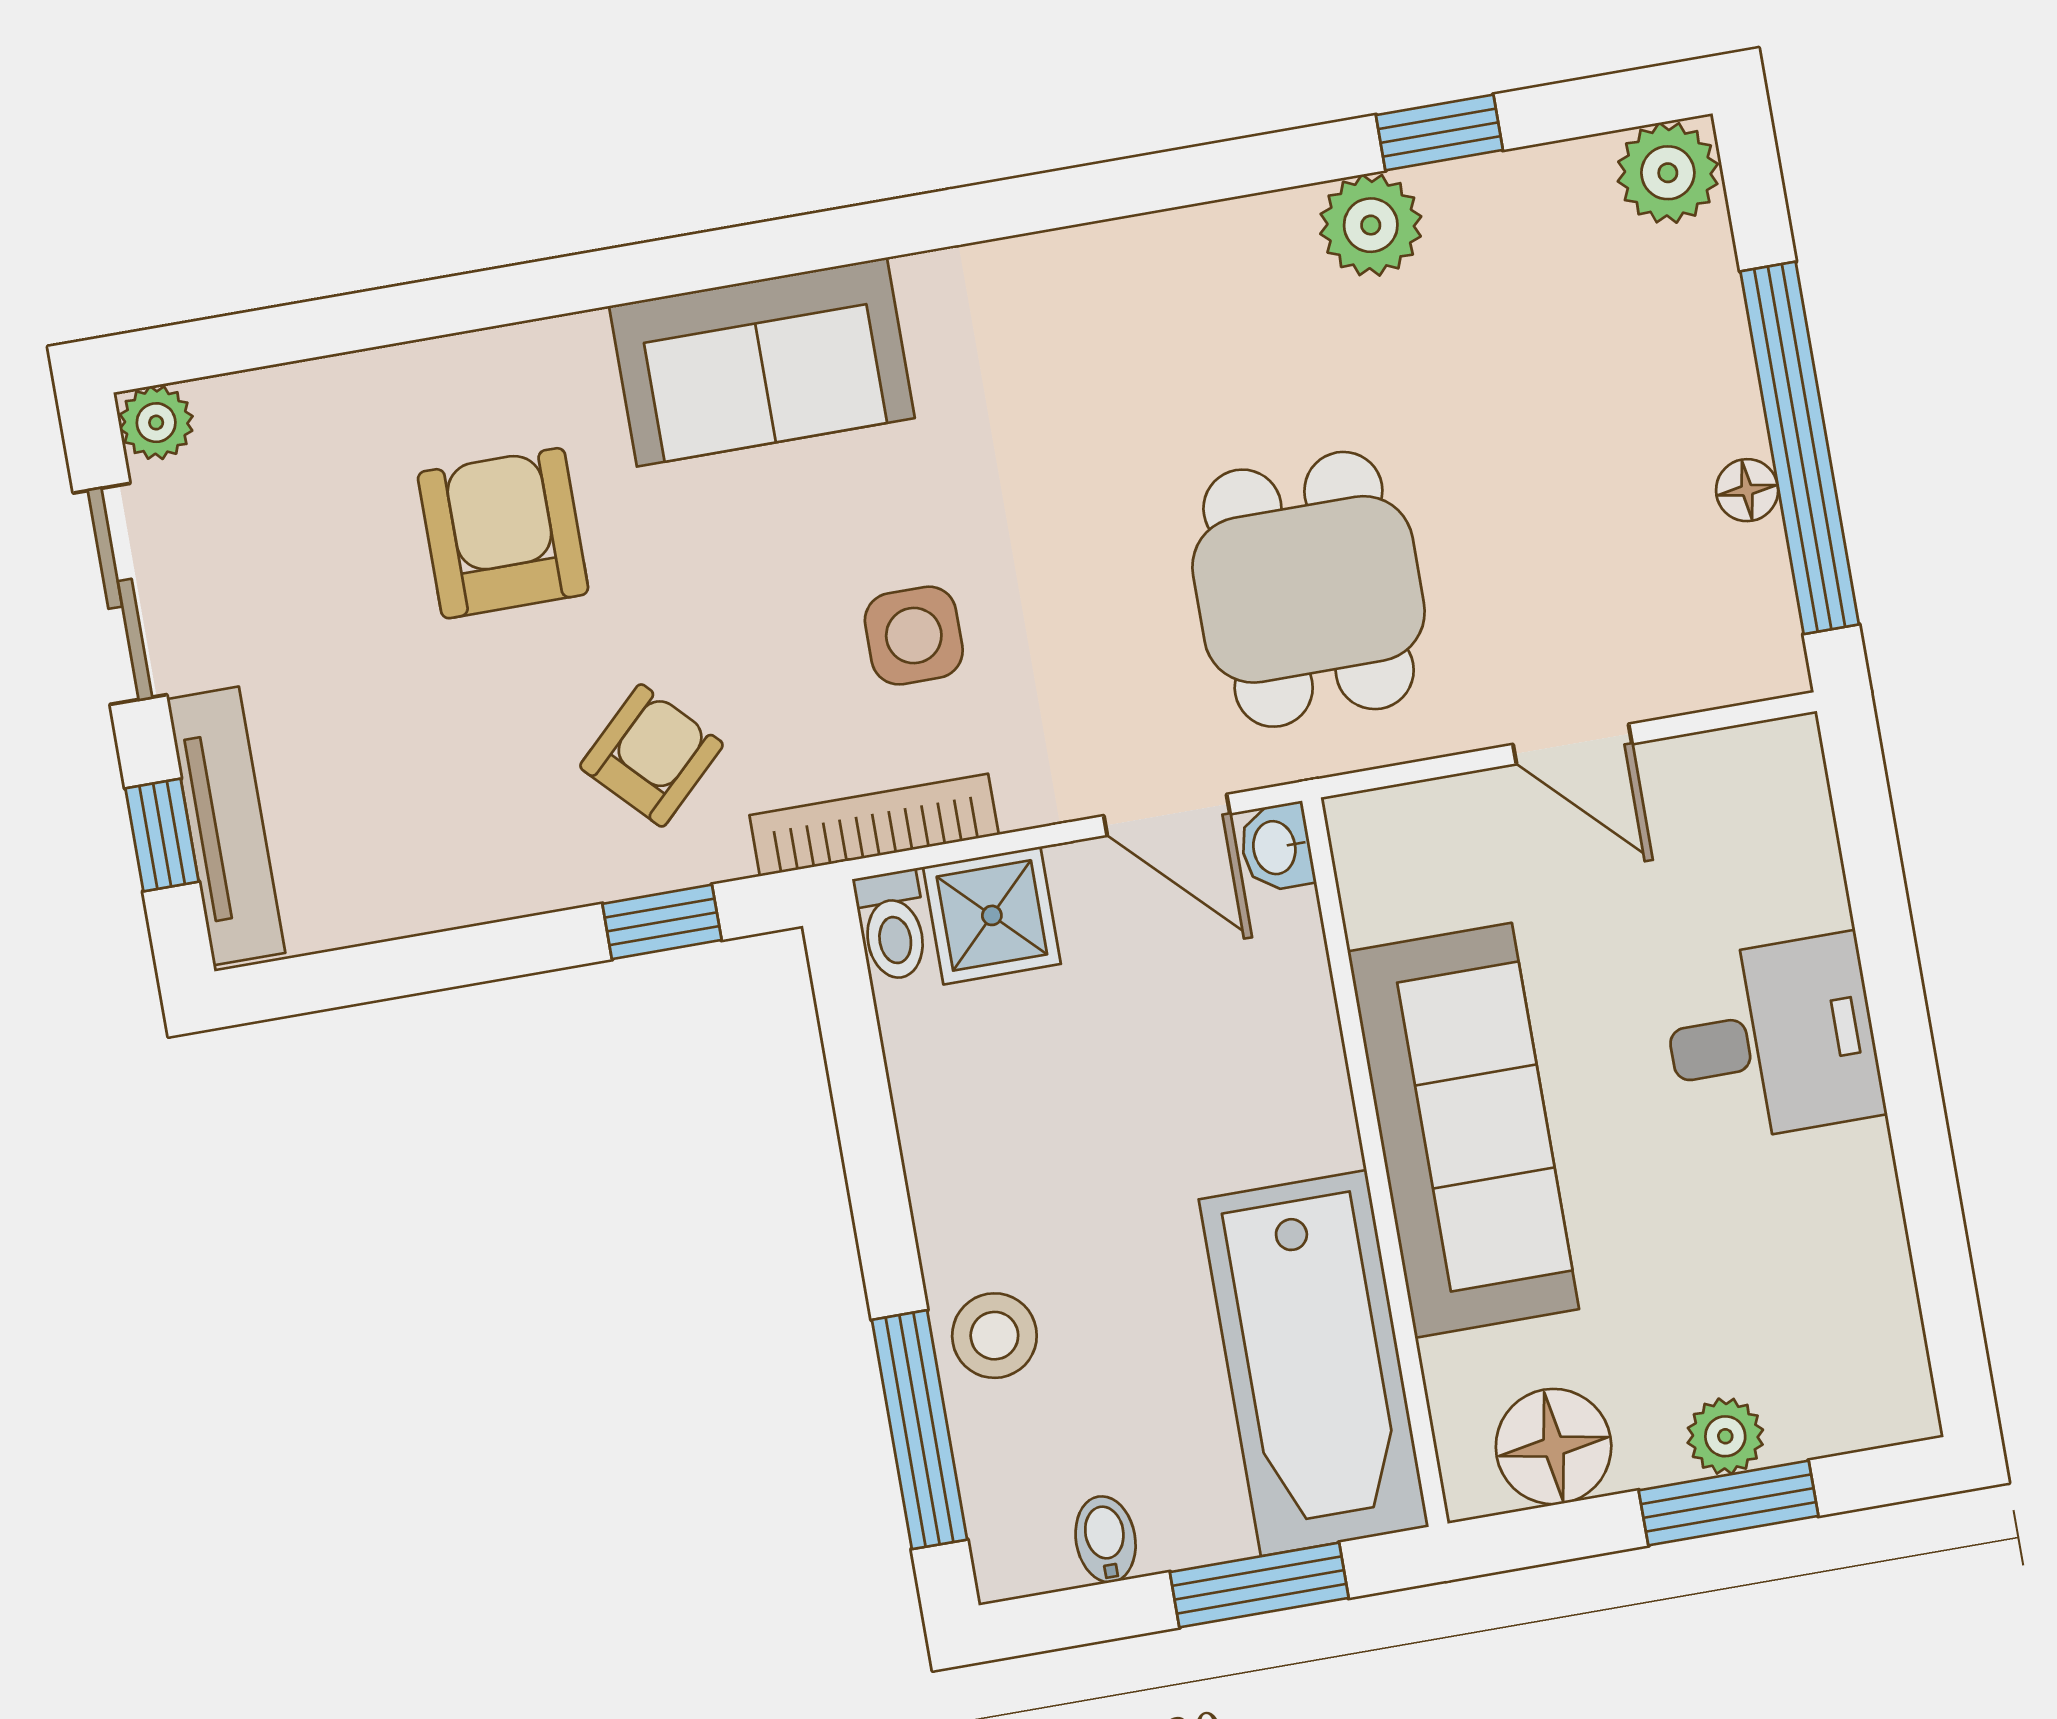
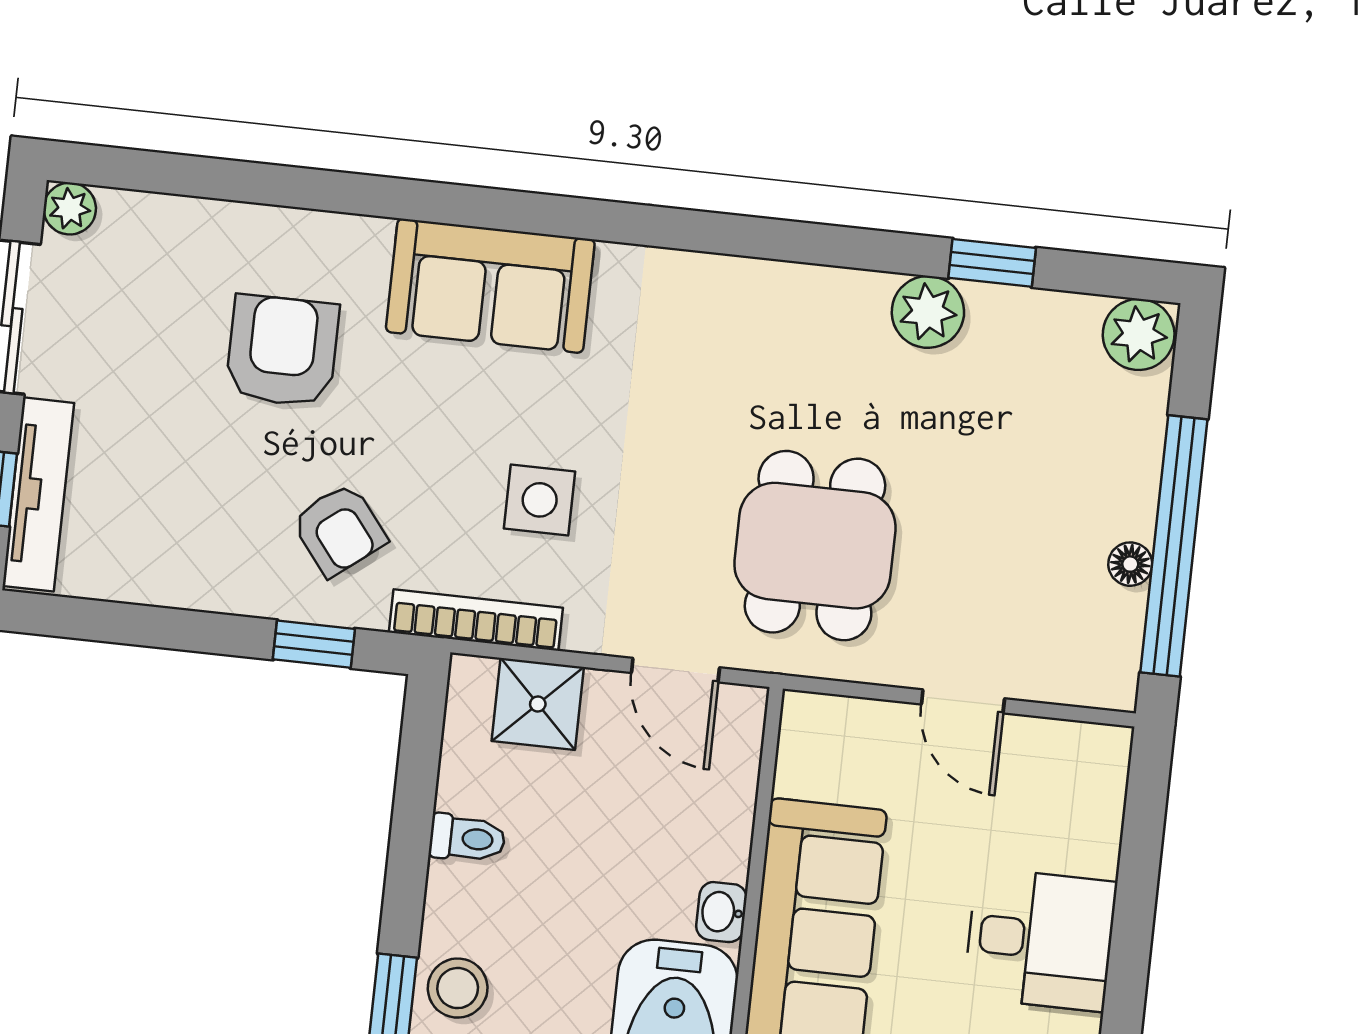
armchair: (651, 755) -> (339, 530), turned 96
washbasin: (1276, 847) -> (721, 912), moved
toilet: (893, 926) -> (467, 838), moved, turned -90

